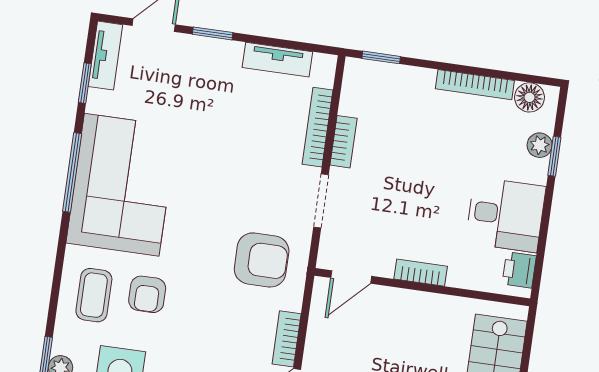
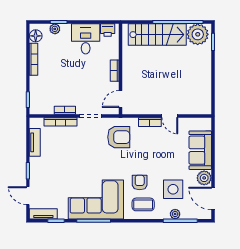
armchair: (262, 260) -> (119, 137), turned 90
door: (351, 277) -> (120, 99), swing flipped
armchair: (147, 294) -> (140, 182), turned -90

